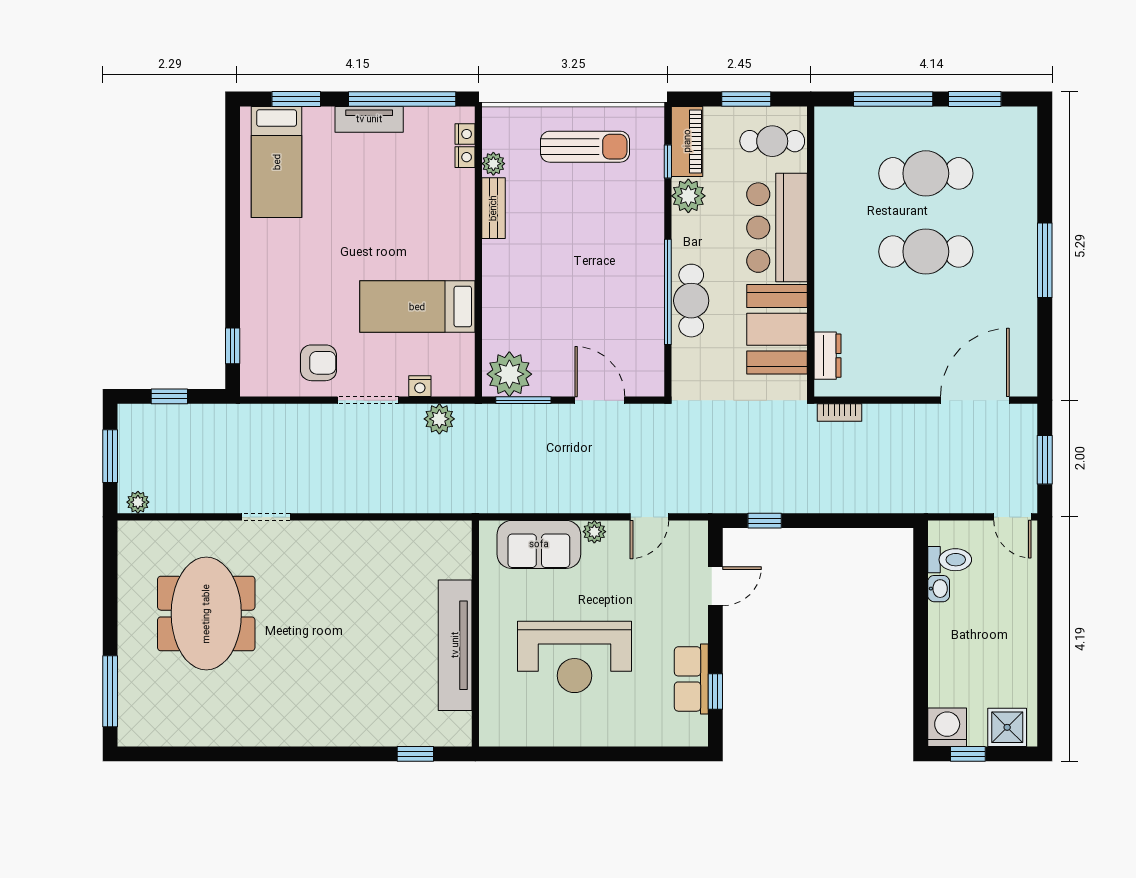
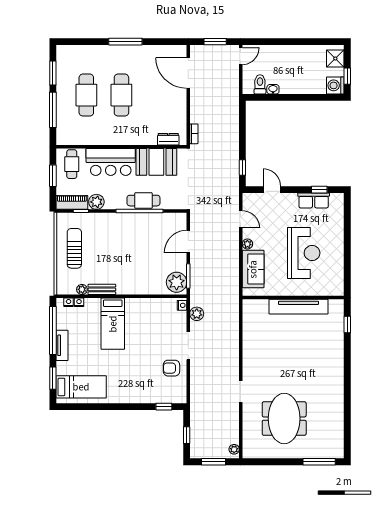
bed: (417, 307) -> (113, 324), moved
armchair: (318, 363) -> (171, 368), turned -90
nightstand: (420, 386) -> (182, 305), moved
meeting table: (206, 614) -> (284, 419), turned 90

